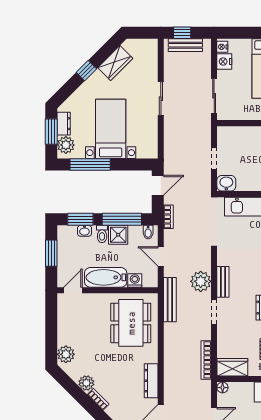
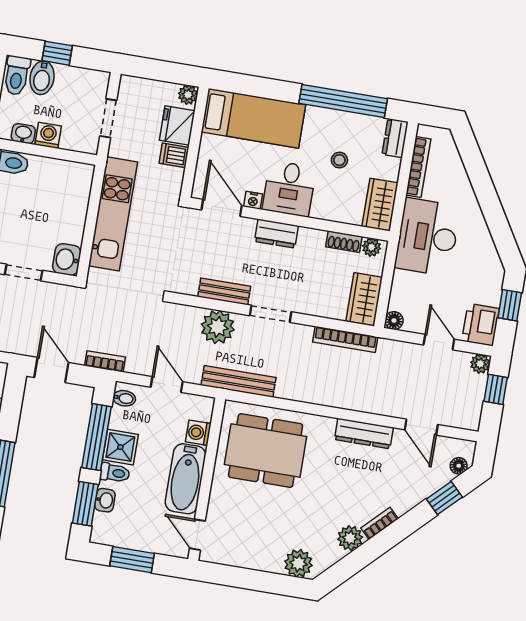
door: (161, 256) -> (167, 384), swing flipped

